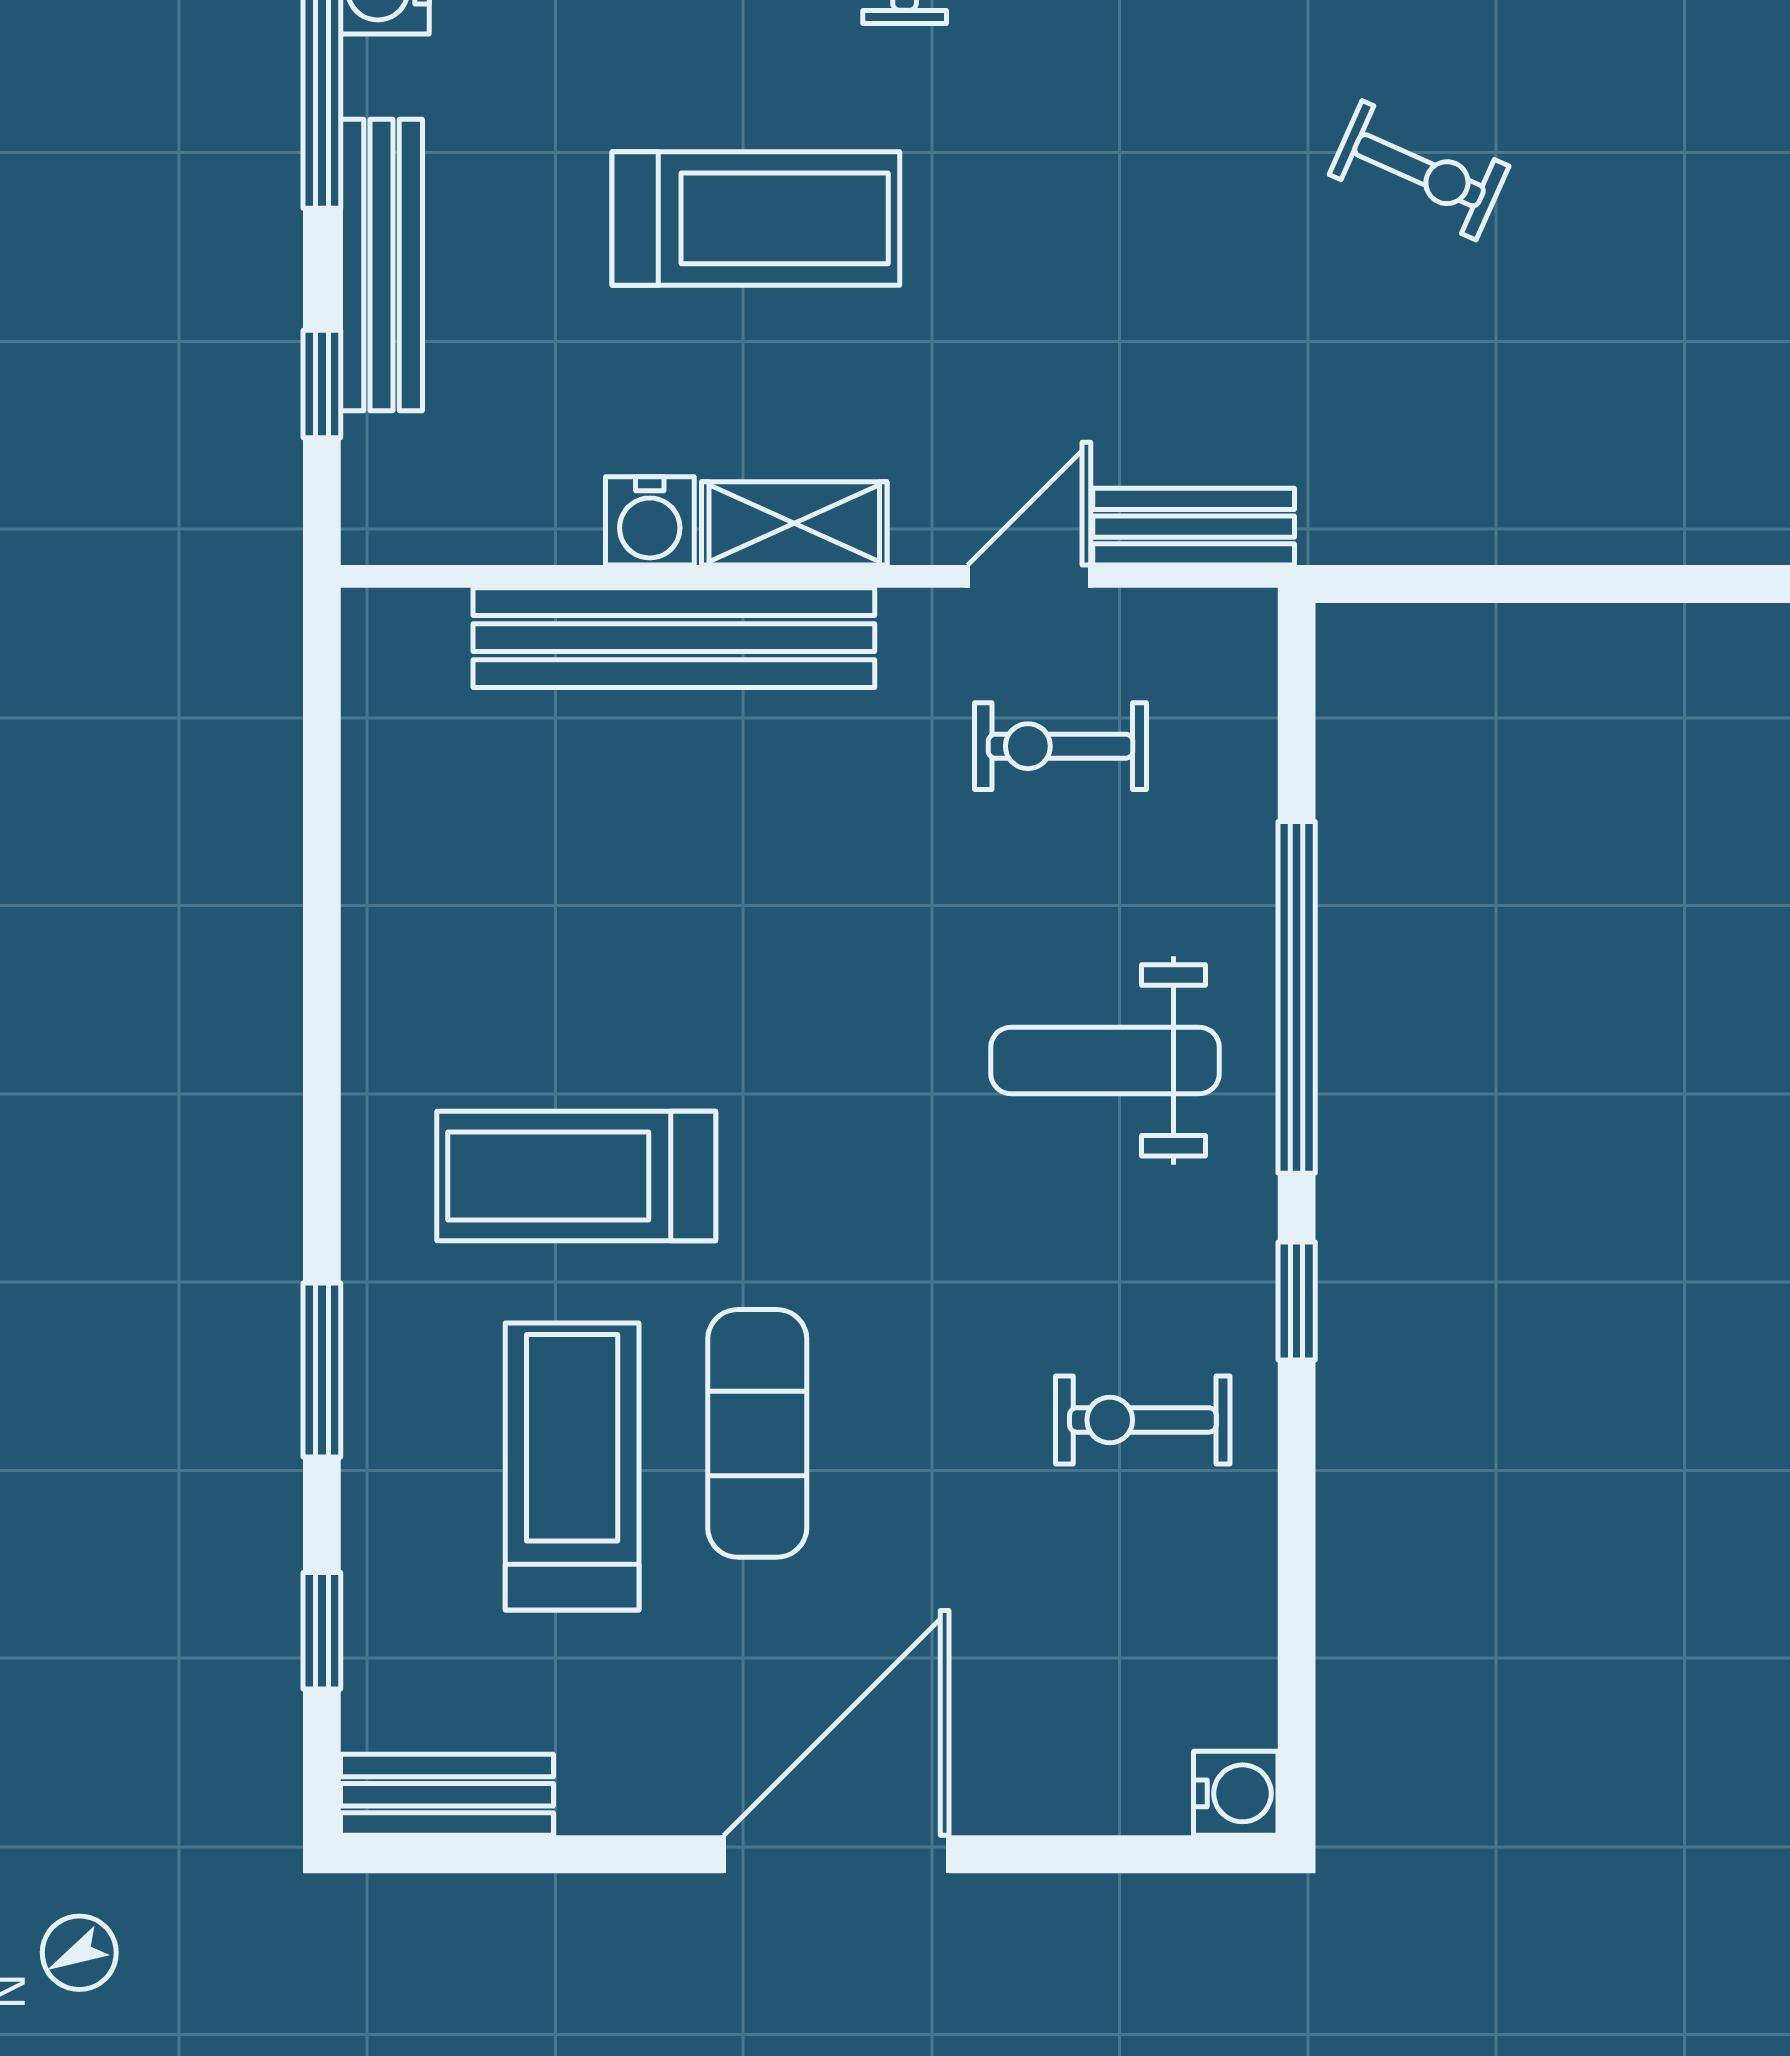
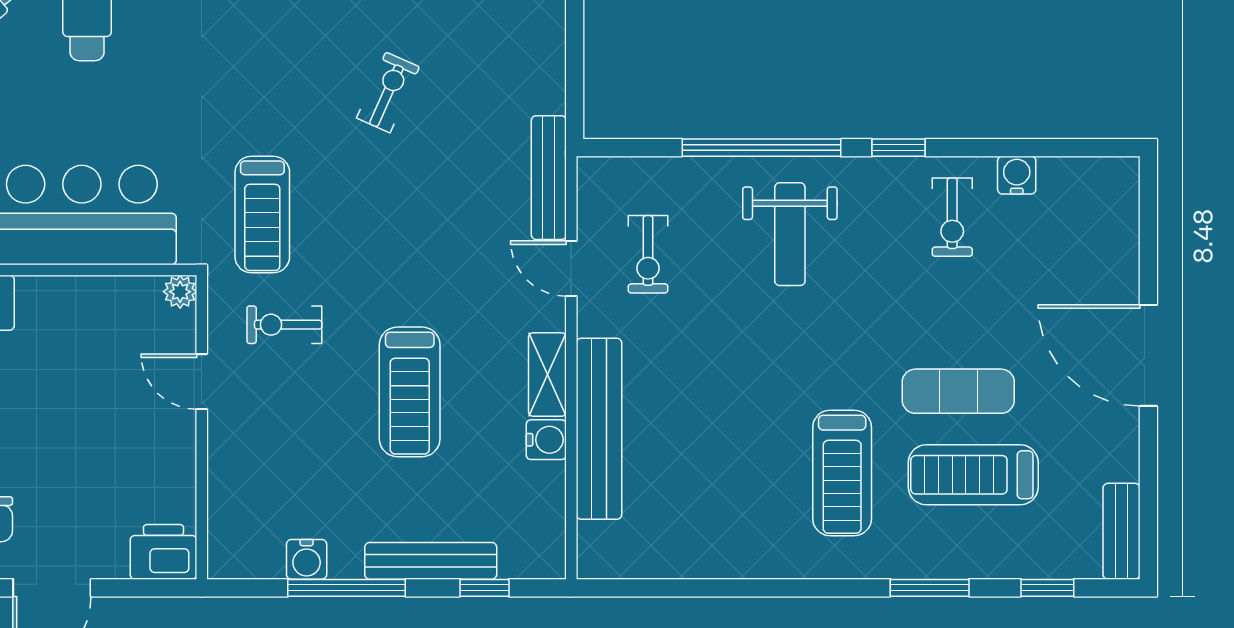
treadmill: (756, 218) -> (410, 392), turned 180
bench: (1194, 527) -> (549, 178), width x1.36
water cooler: (1236, 1793) -> (1017, 175), moved

